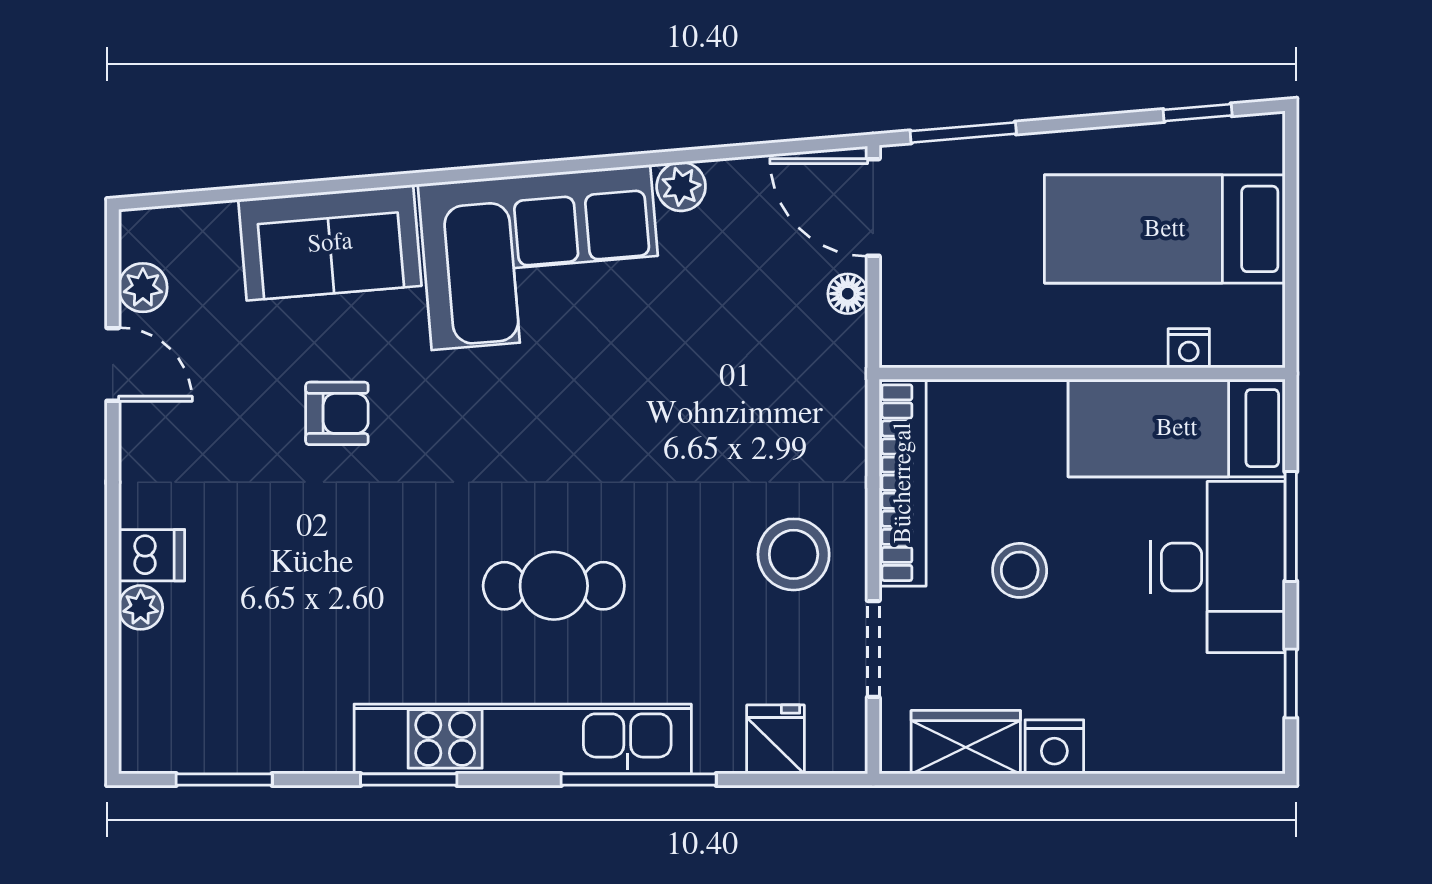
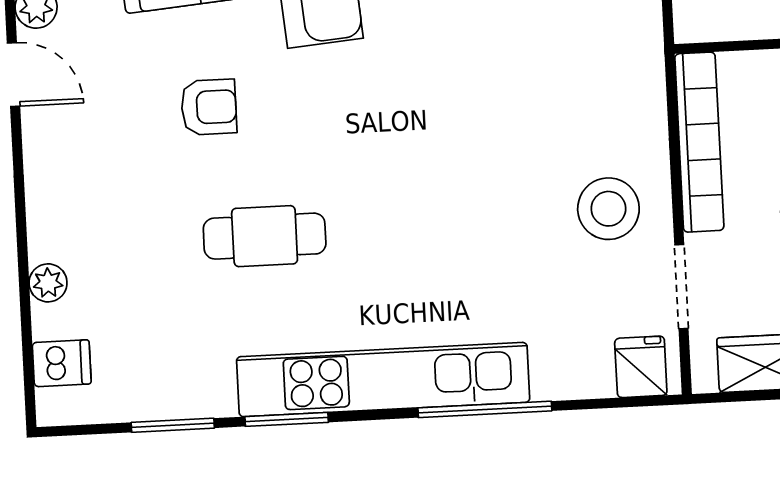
dishwasher: (152, 555) -> (62, 363), moved
cafe table: (554, 586) -> (265, 236), moved
fridge: (775, 739) -> (641, 367), moved
window: (224, 779) -> (173, 425), moved

